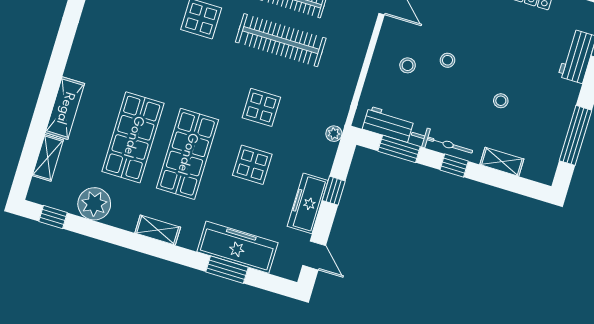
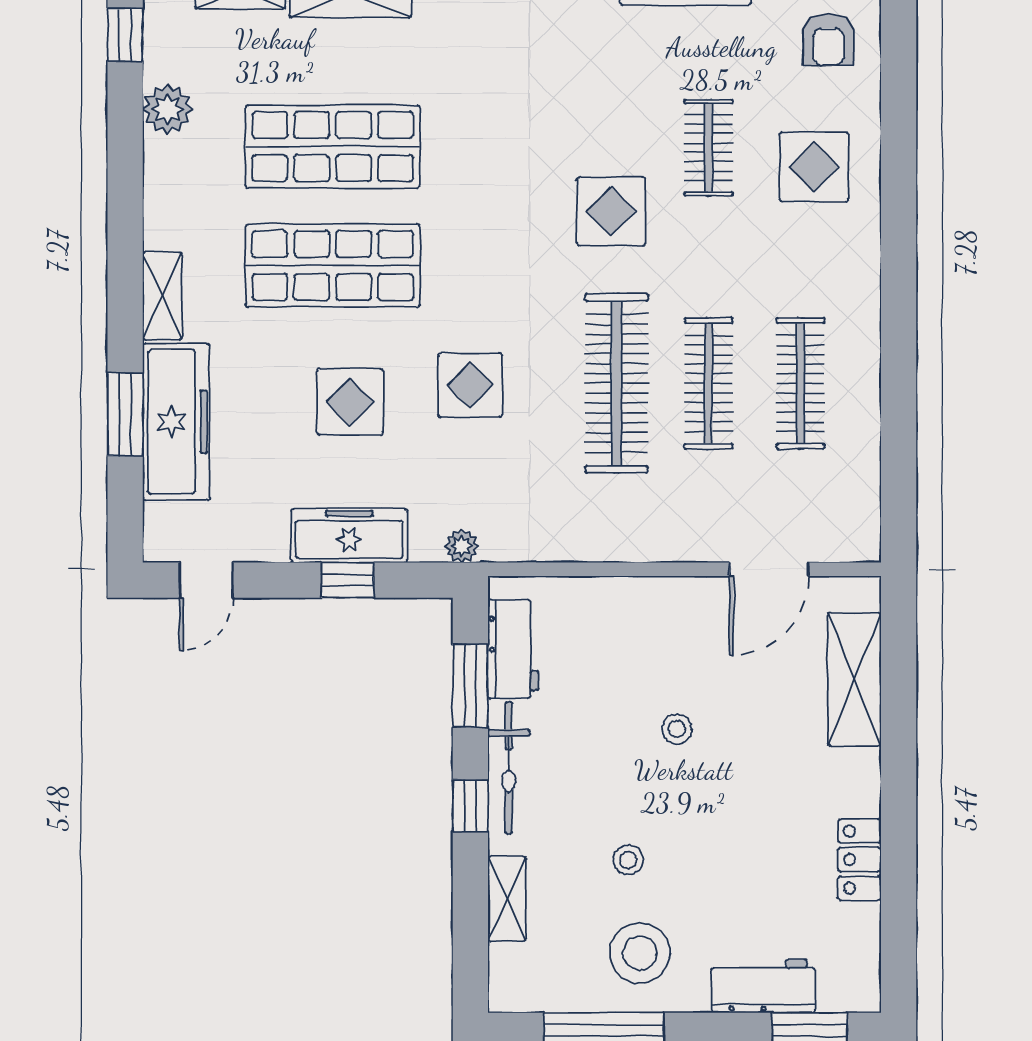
stool: (408, 65) -> (640, 953), moved, width x1.89, depth x1.89
freezer: (308, 203) -> (349, 536), moved
plant: (94, 204) -> (168, 109), width x0.73, depth x0.73
shelving: (158, 230) -> (162, 296), moved

